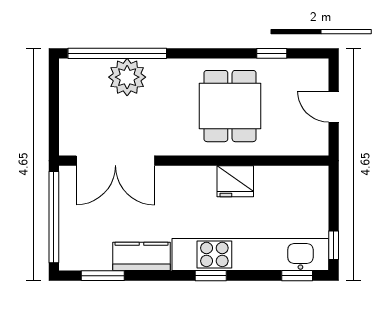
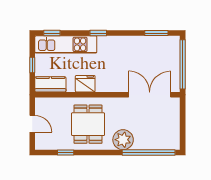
plant: (127, 77) -> (123, 140), moved
window: (334, 245) -> (32, 65), moved
kitchen unit: (250, 254) -> (66, 44), width x0.73
kitchen counter: (141, 256) -> (50, 84), moved, turned 180

